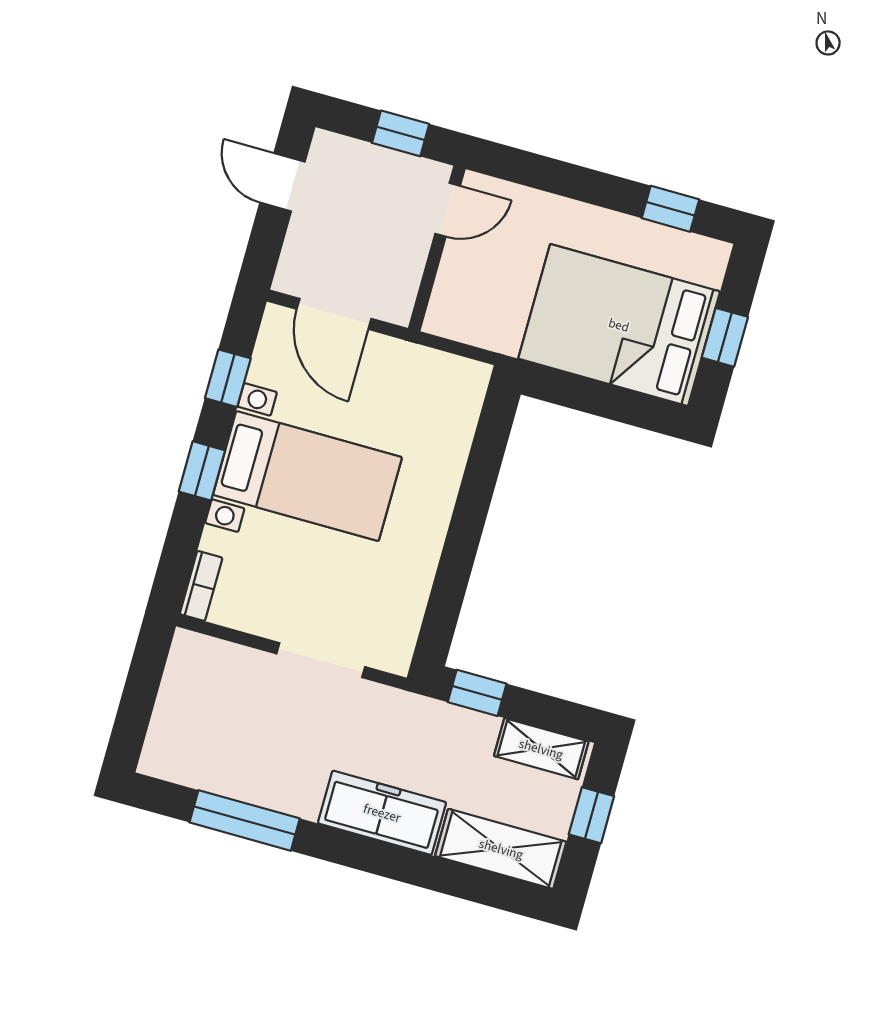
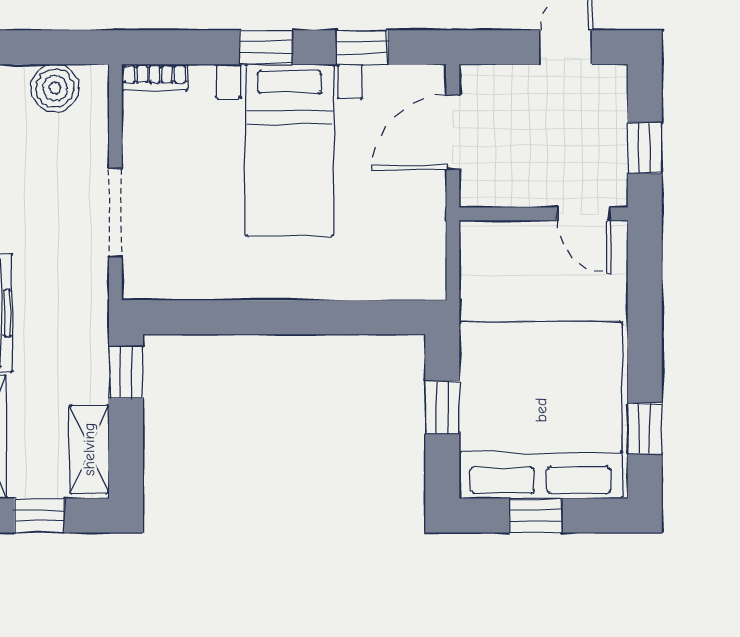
bed: (619, 325) -> (541, 410), width x1.36
window: (596, 398) -> (442, 407), added
boiler: (184, 685) -> (55, 88), added

